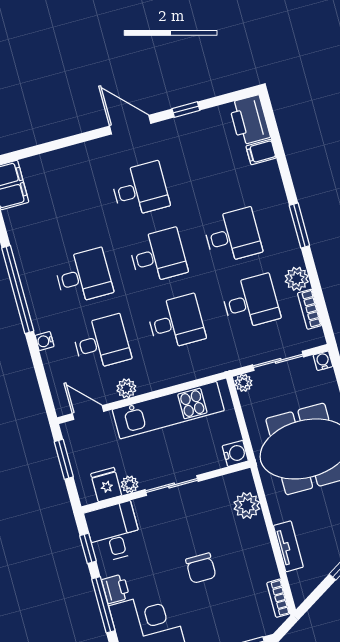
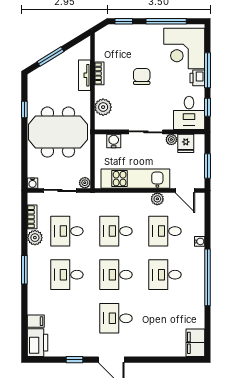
water cooler: (235, 453) -> (114, 141), moved, turned 90
bookcase: (278, 598) -> (99, 73), moved

